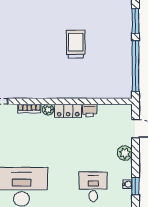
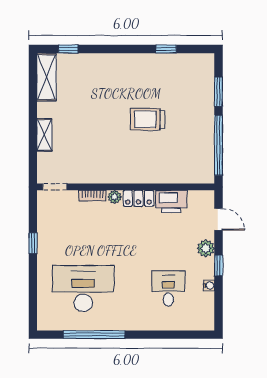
trolley: (76, 44) -> (148, 119), turned -90
printer: (90, 110) -> (171, 201), width x1.87, depth x1.48
window: (135, 186) -> (219, 265), moved

